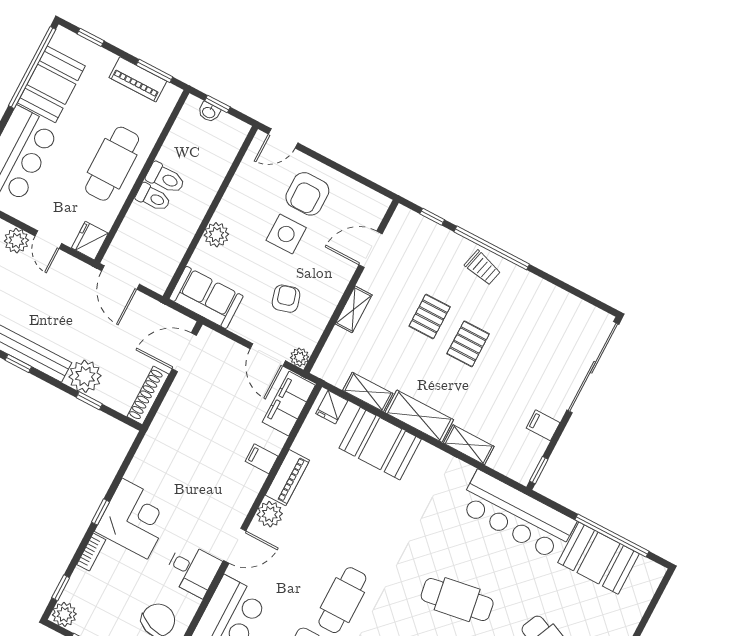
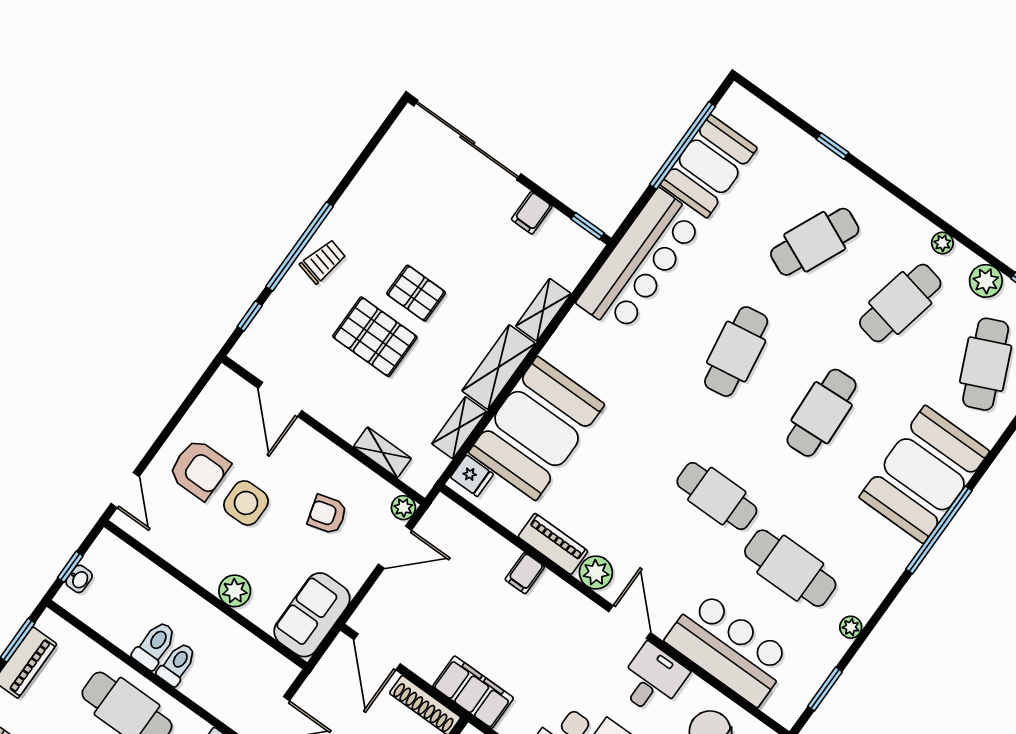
shelving: (354, 309) -> (382, 452), moved
pallet: (430, 316) -> (375, 337), width x1.50, depth x1.42
filing cabinet: (289, 404) -> (473, 692), moved, turned 180
booth: (380, 444) -> (537, 428), width x1.36, depth x1.42

